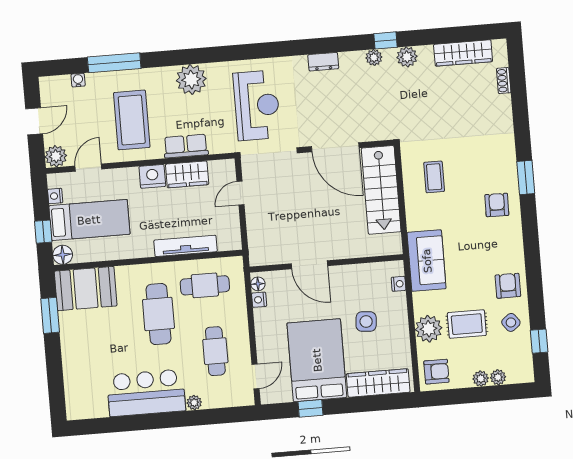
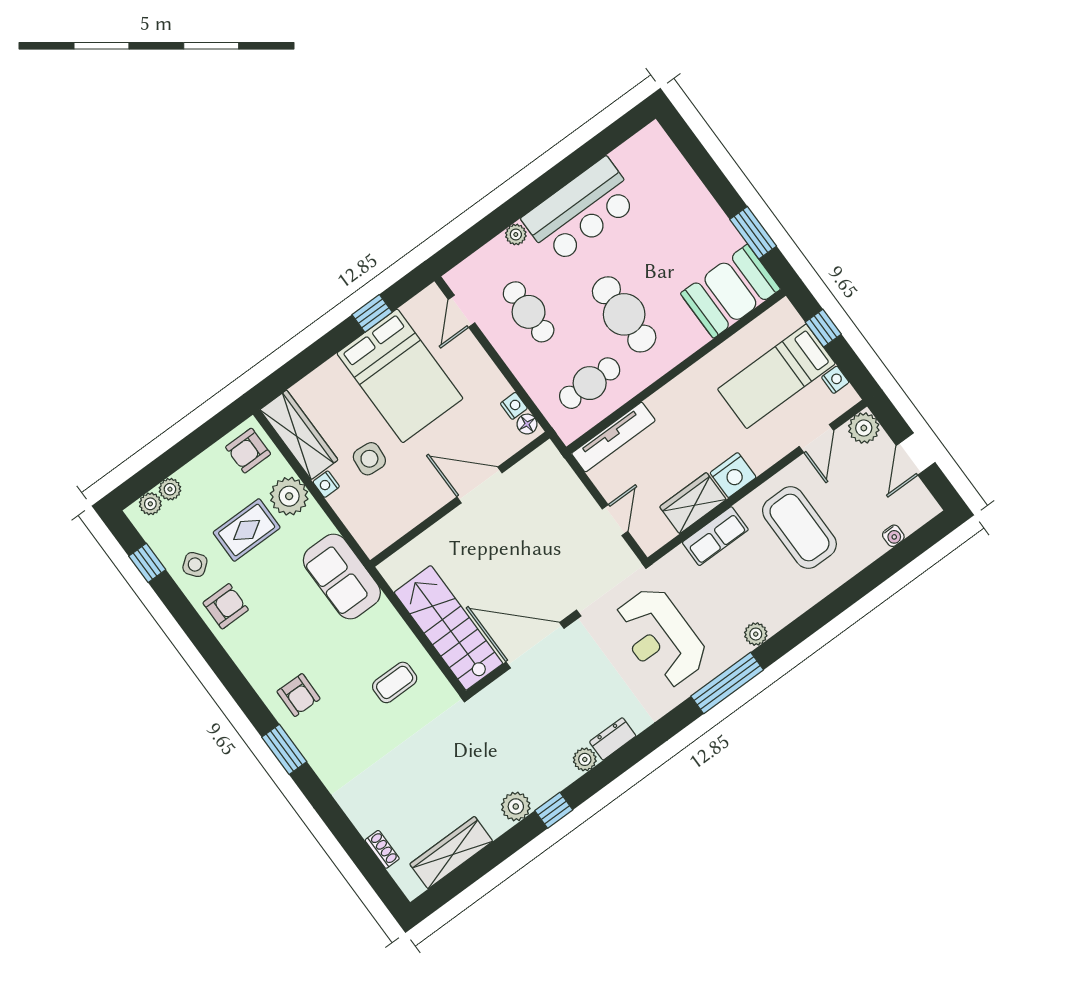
plant: (374, 57) -> (585, 759), moved
window: (114, 63) -> (727, 683), moved
plant: (191, 80) -> (756, 634), width x0.53, depth x0.53
coffee table: (434, 177) -> (395, 682), turned 90
tv unit: (185, 246) -> (613, 437), moved
floor lamp: (63, 255) -> (783, 315), removed
nightstand: (399, 284) -> (326, 484), moved
armchair: (508, 286) -> (226, 606), turned -90
plant: (481, 379) -> (150, 504), moved
wardrobe: (378, 383) -> (299, 435), moved, turned -90

